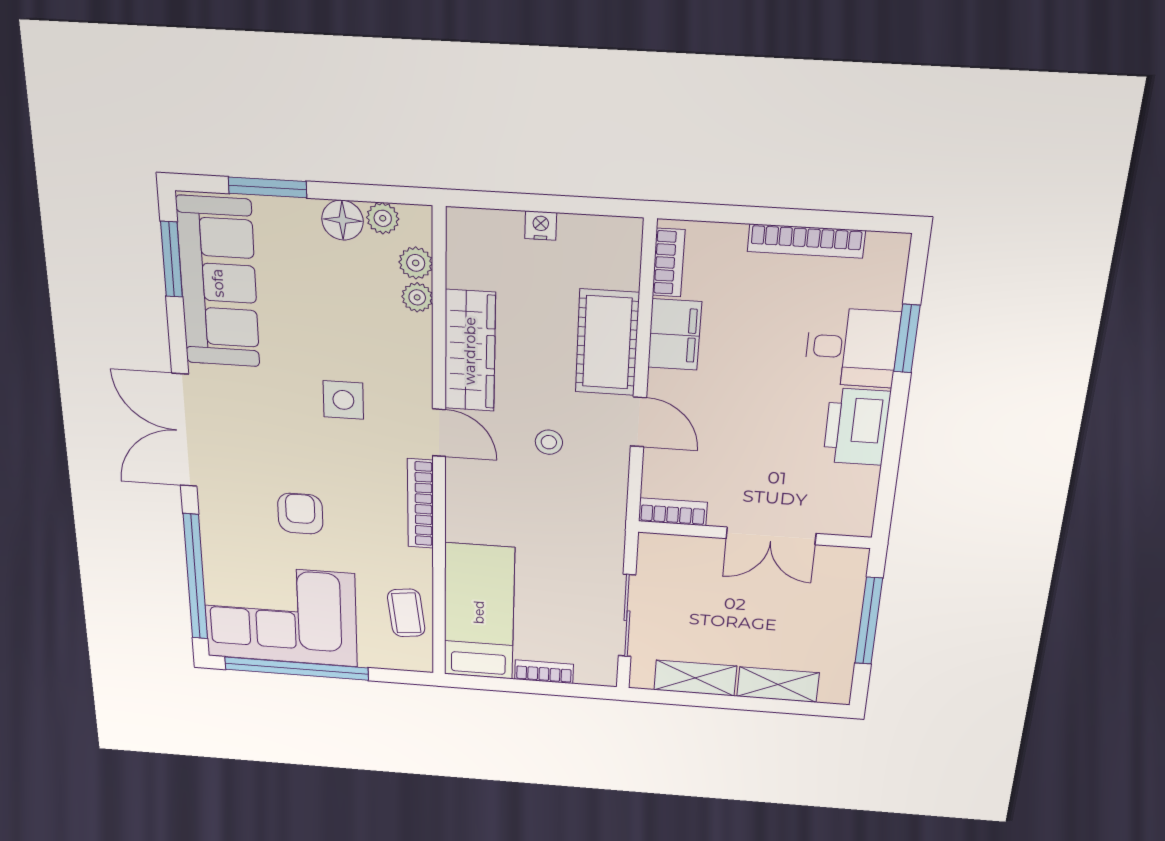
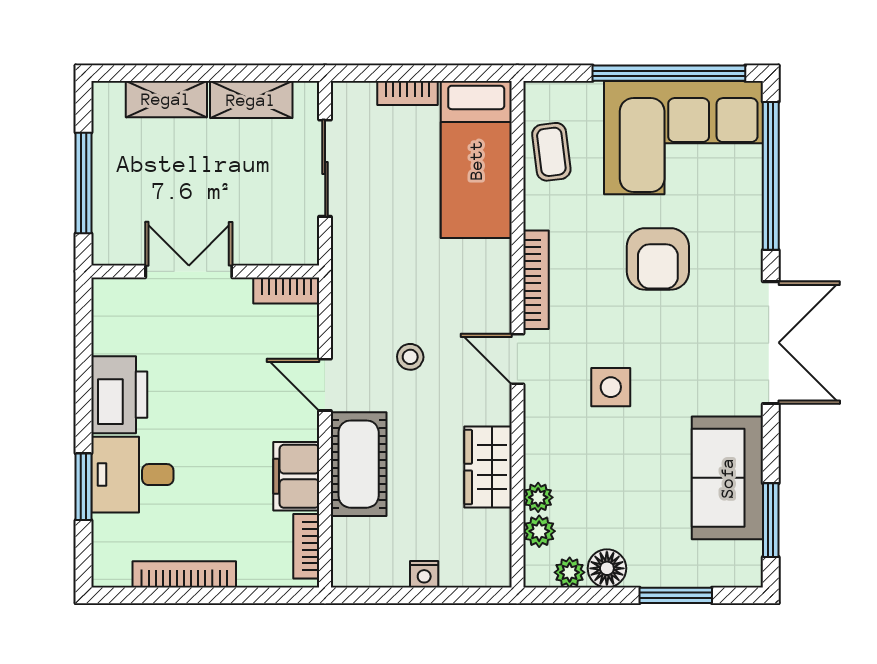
sofa: (218, 283) -> (727, 478), width x0.73
wardrobe: (470, 351) -> (488, 467), width x0.67
armchair: (300, 514) -> (658, 259), width x1.38, depth x1.38

